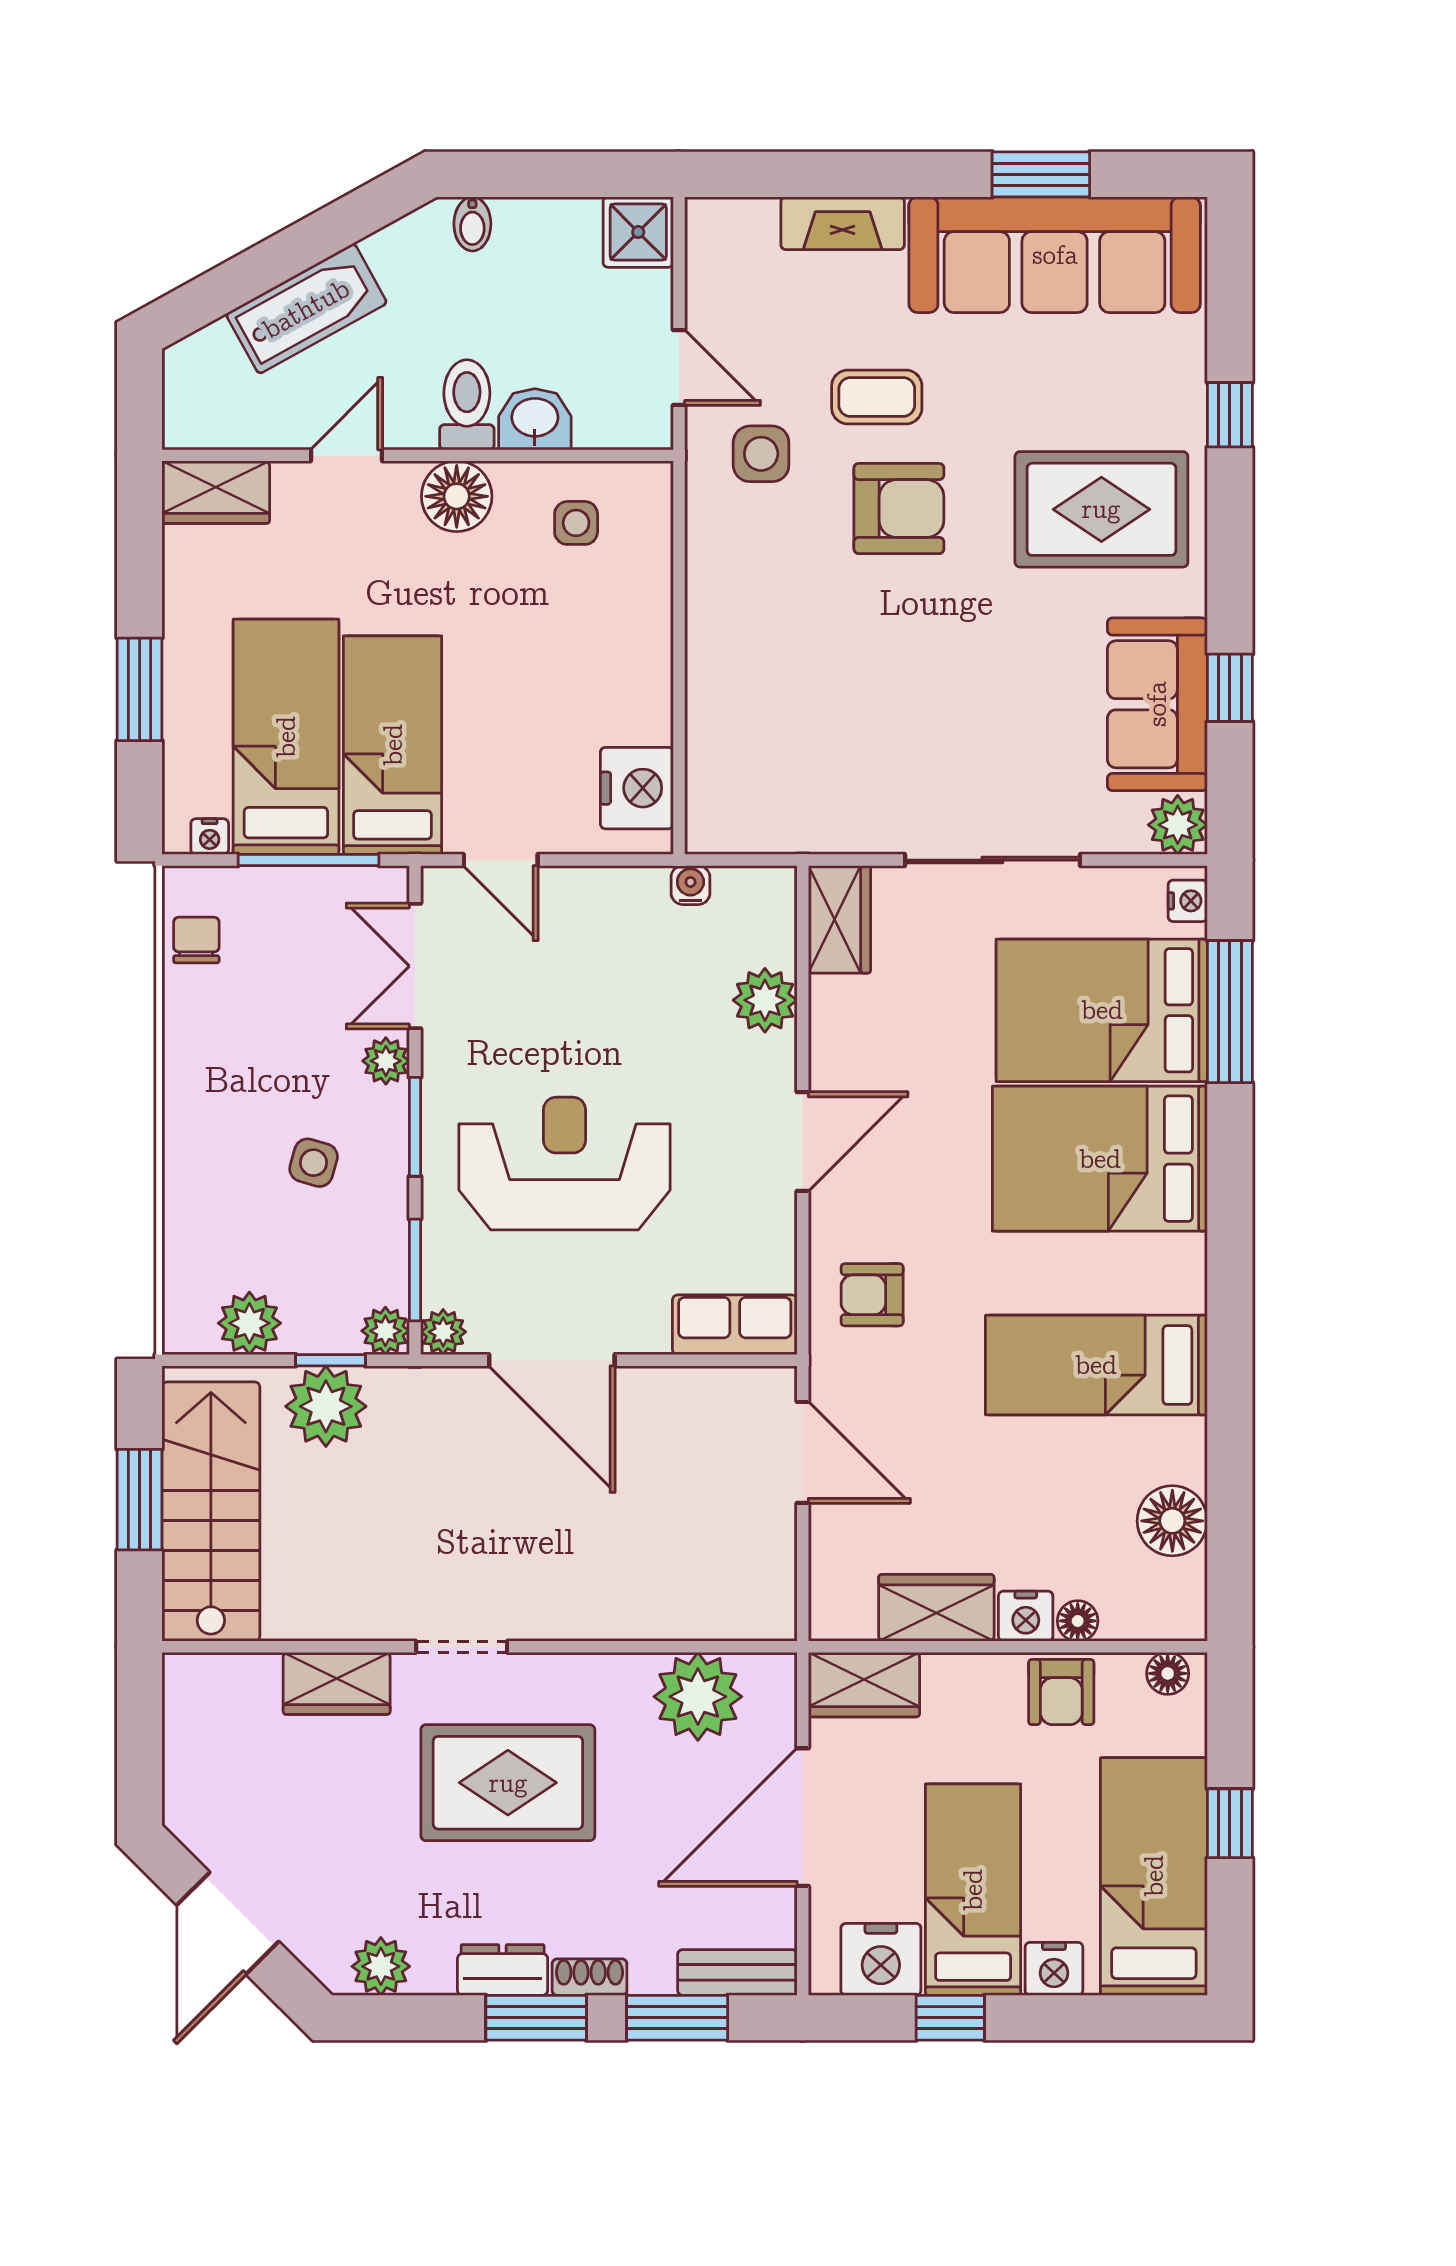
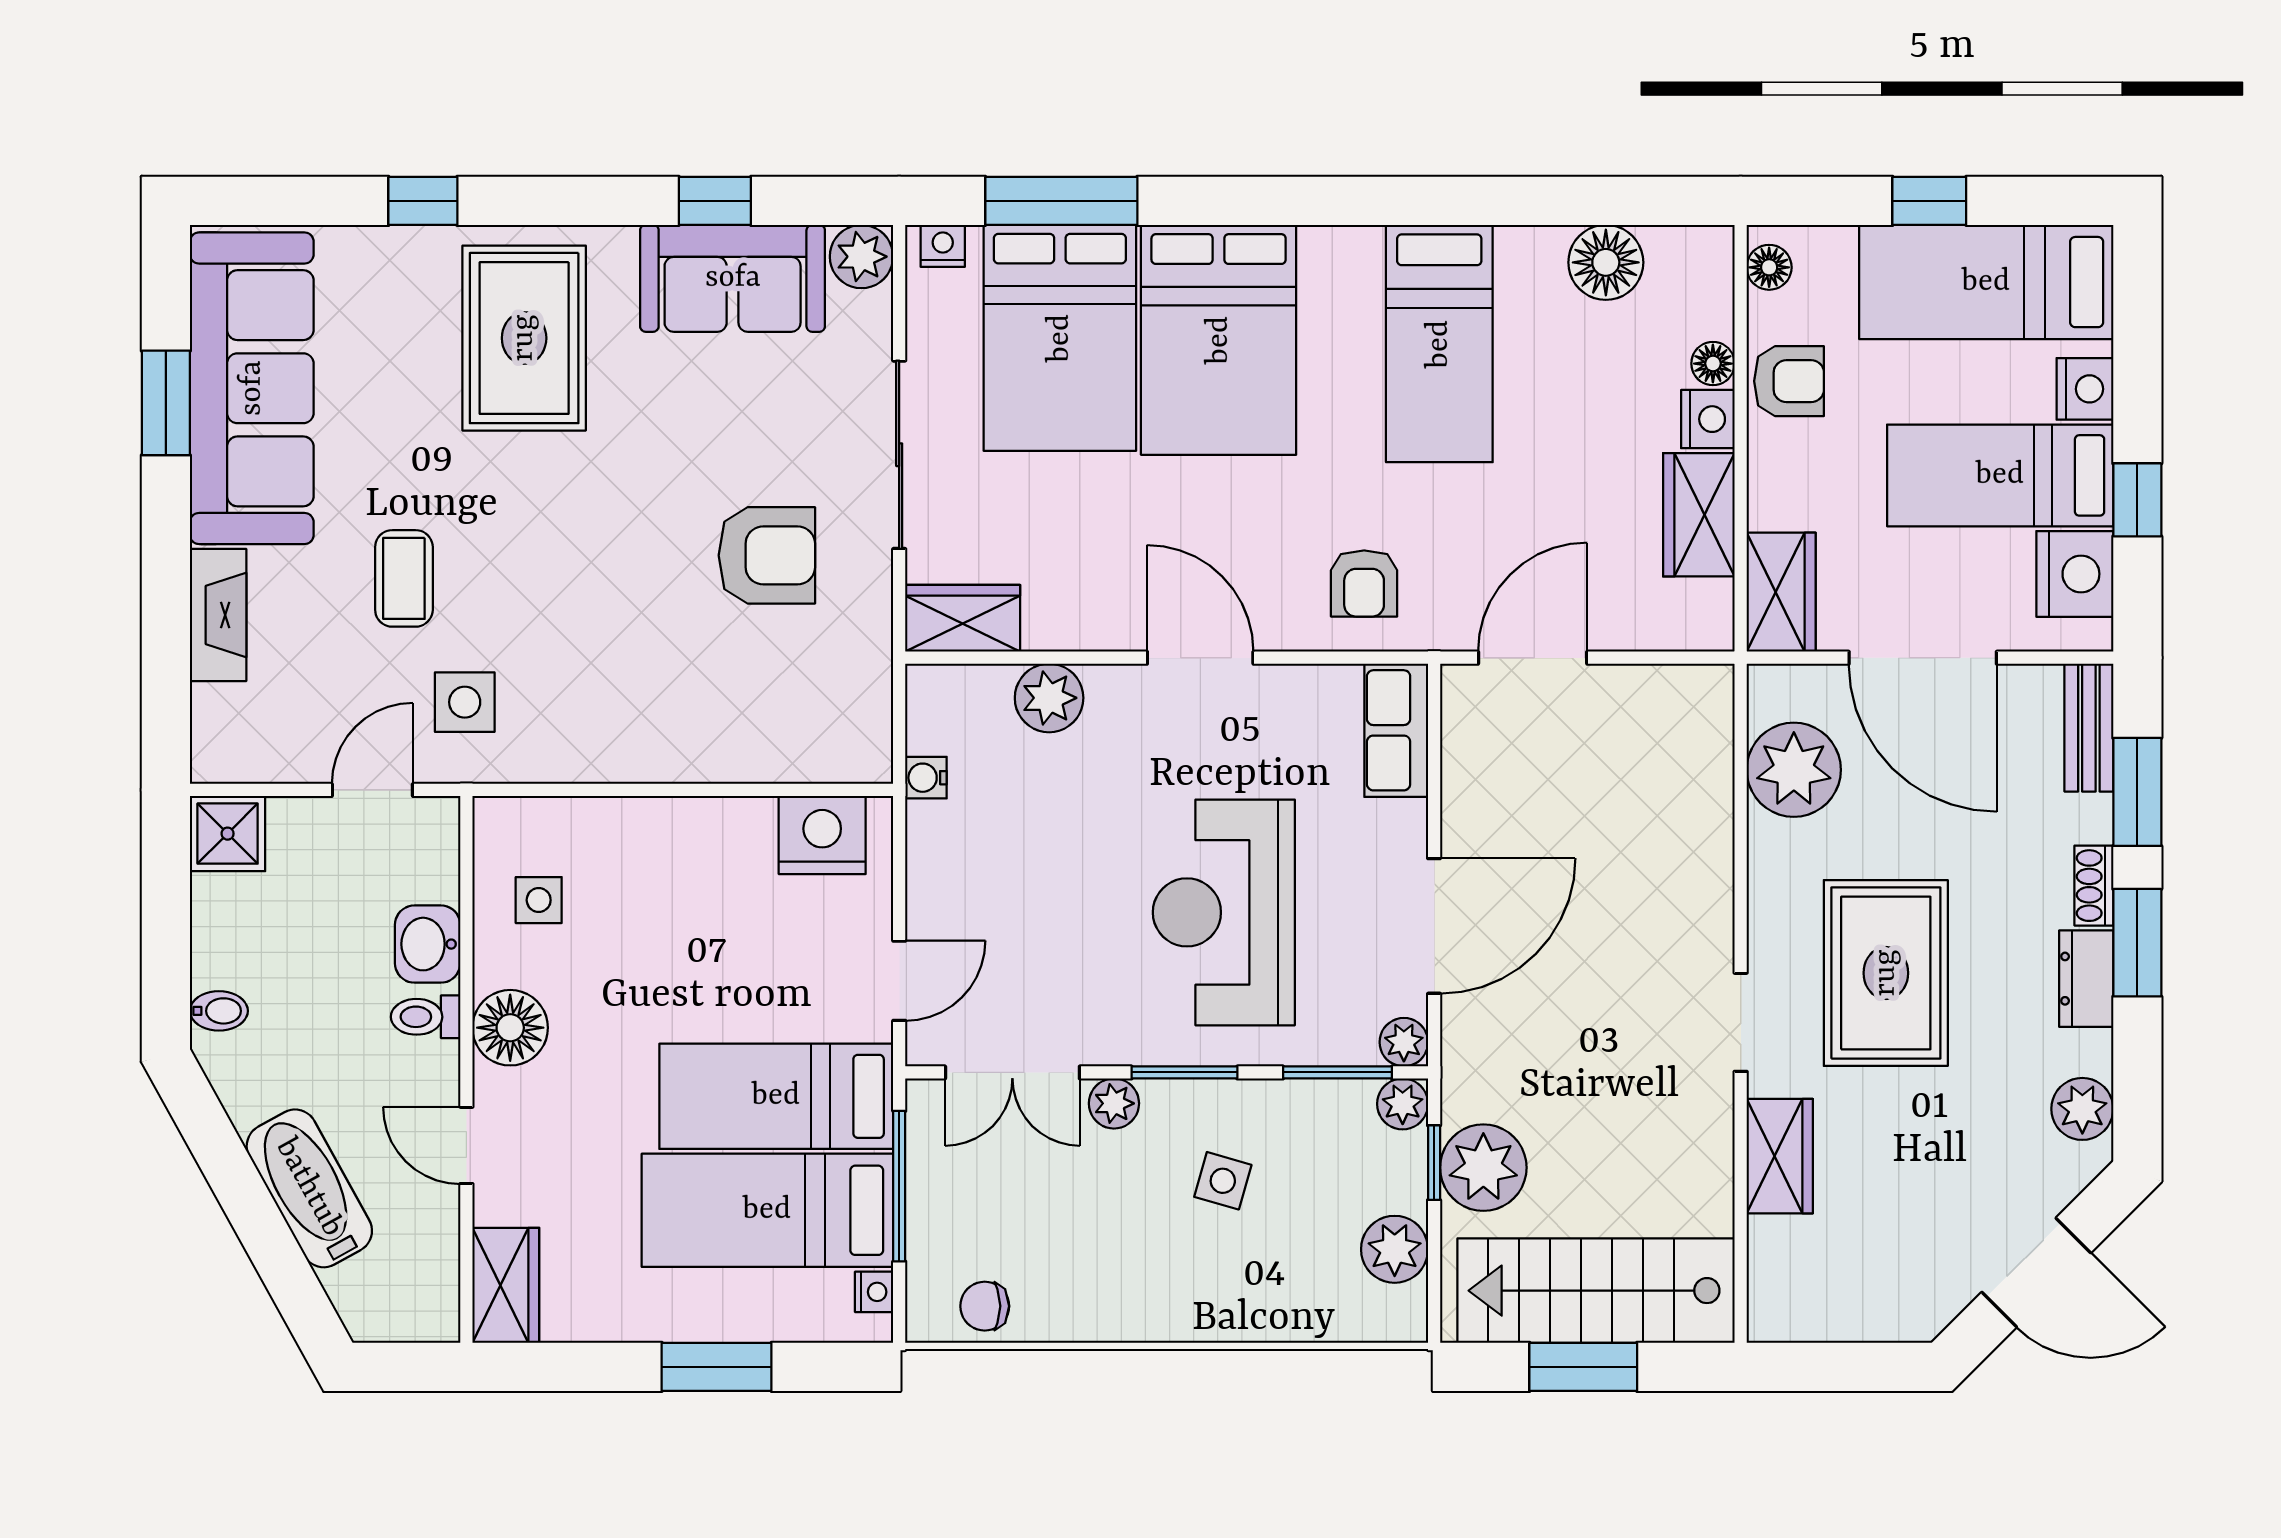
toilet: (467, 405) -> (426, 1017), width x0.73, depth x0.72
armchair: (899, 509) -> (767, 555), moved, turned 90

